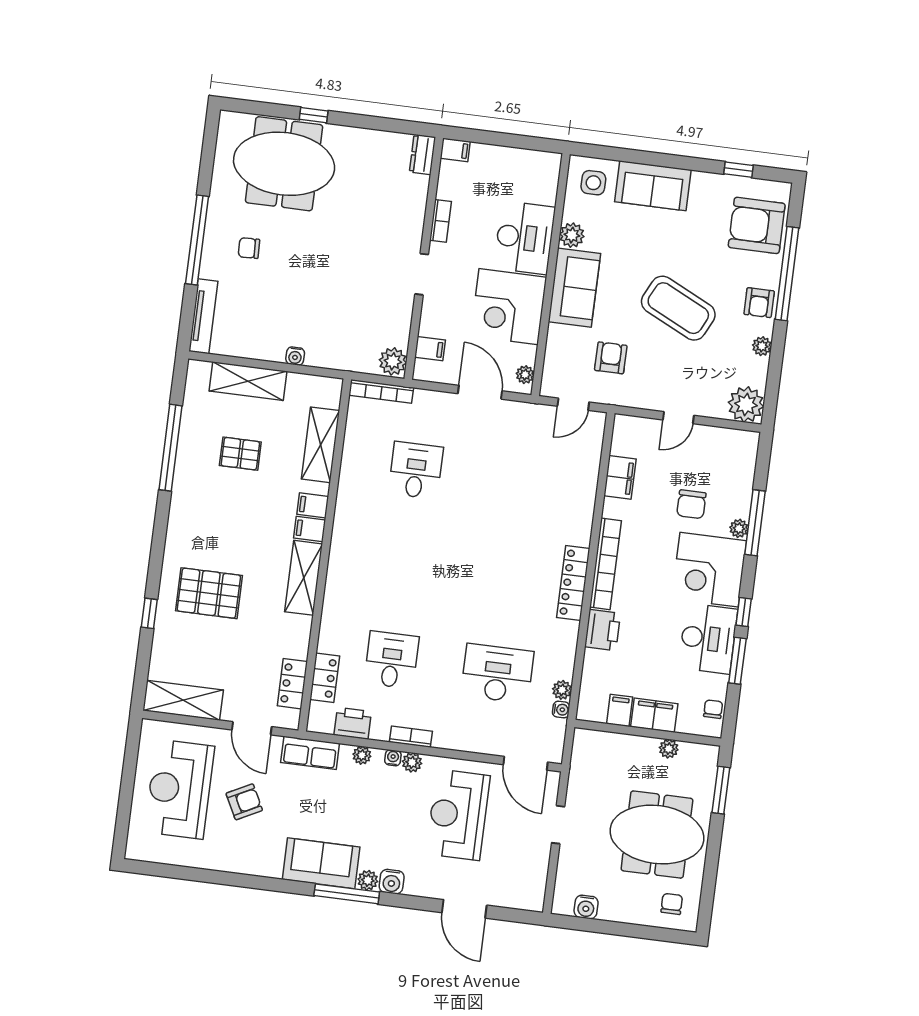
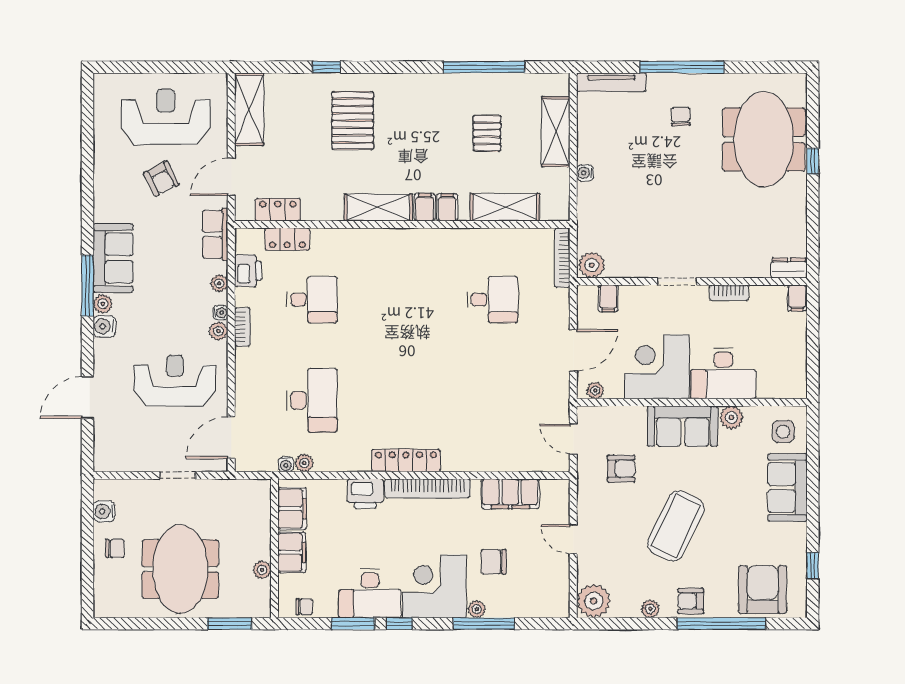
filing cabinet: (620, 477) -> (510, 494), width x1.50, depth x1.17
filing cabinet: (620, 710) -> (292, 509), width x2.00
chair: (672, 904) -> (115, 548), moved

